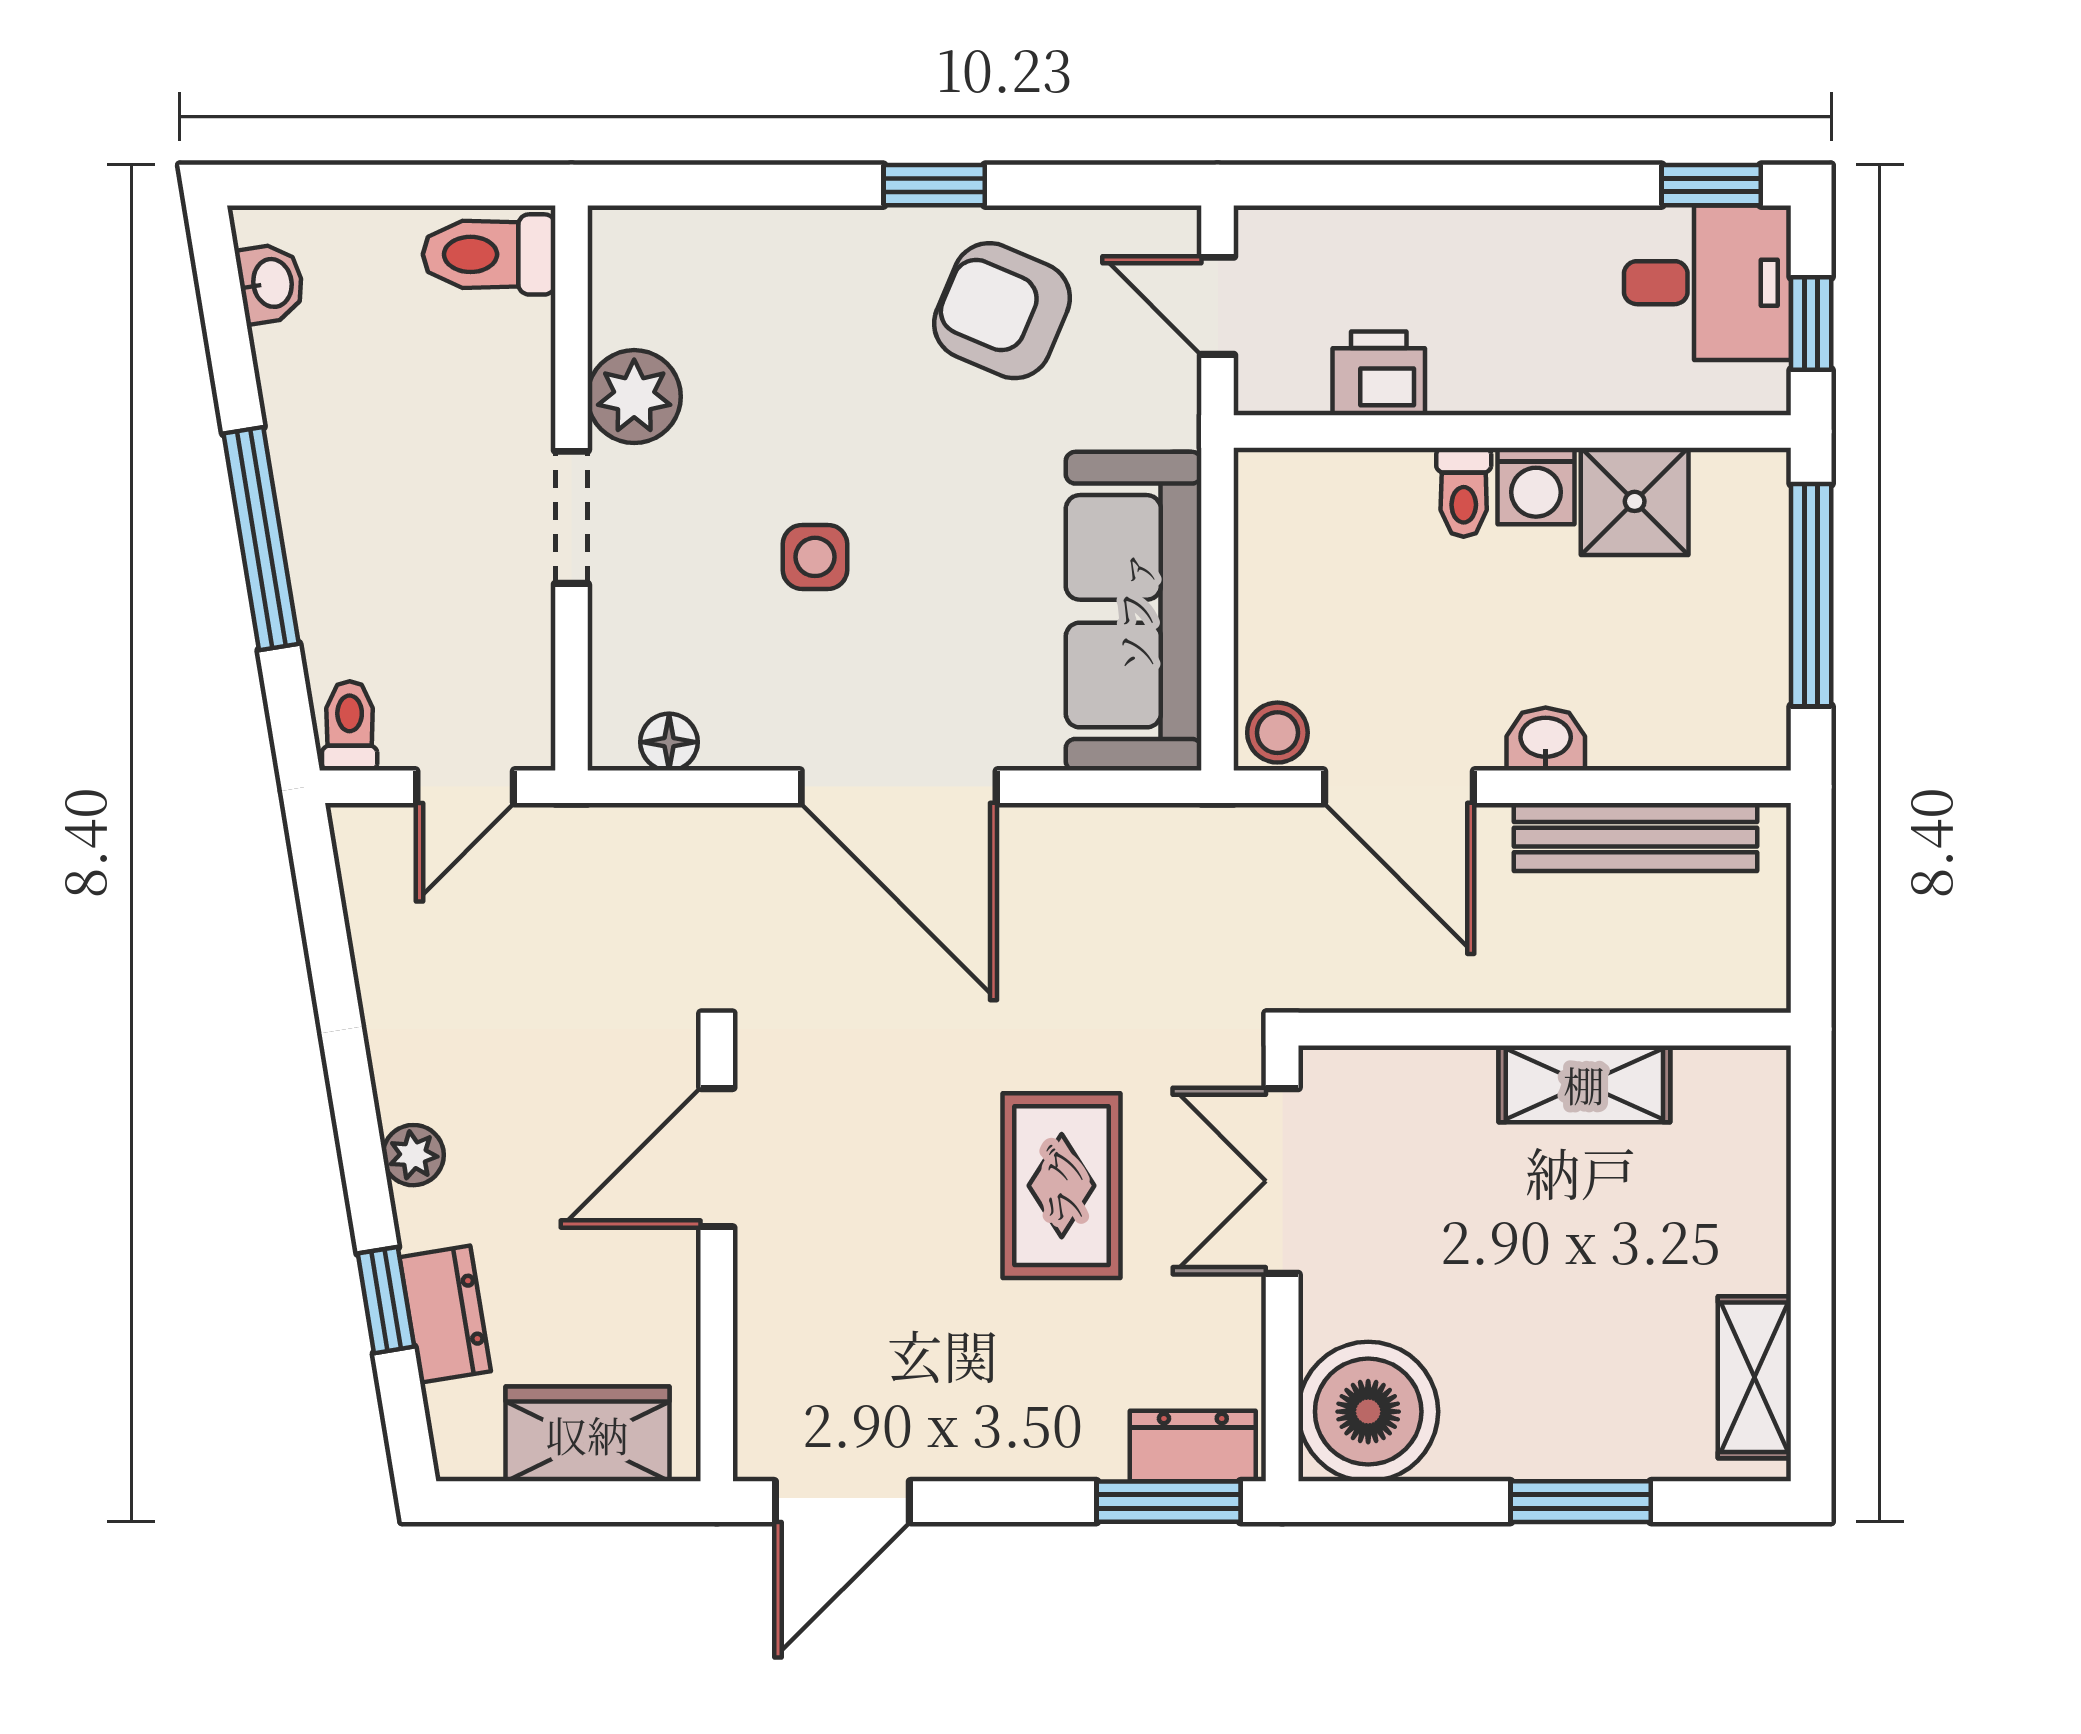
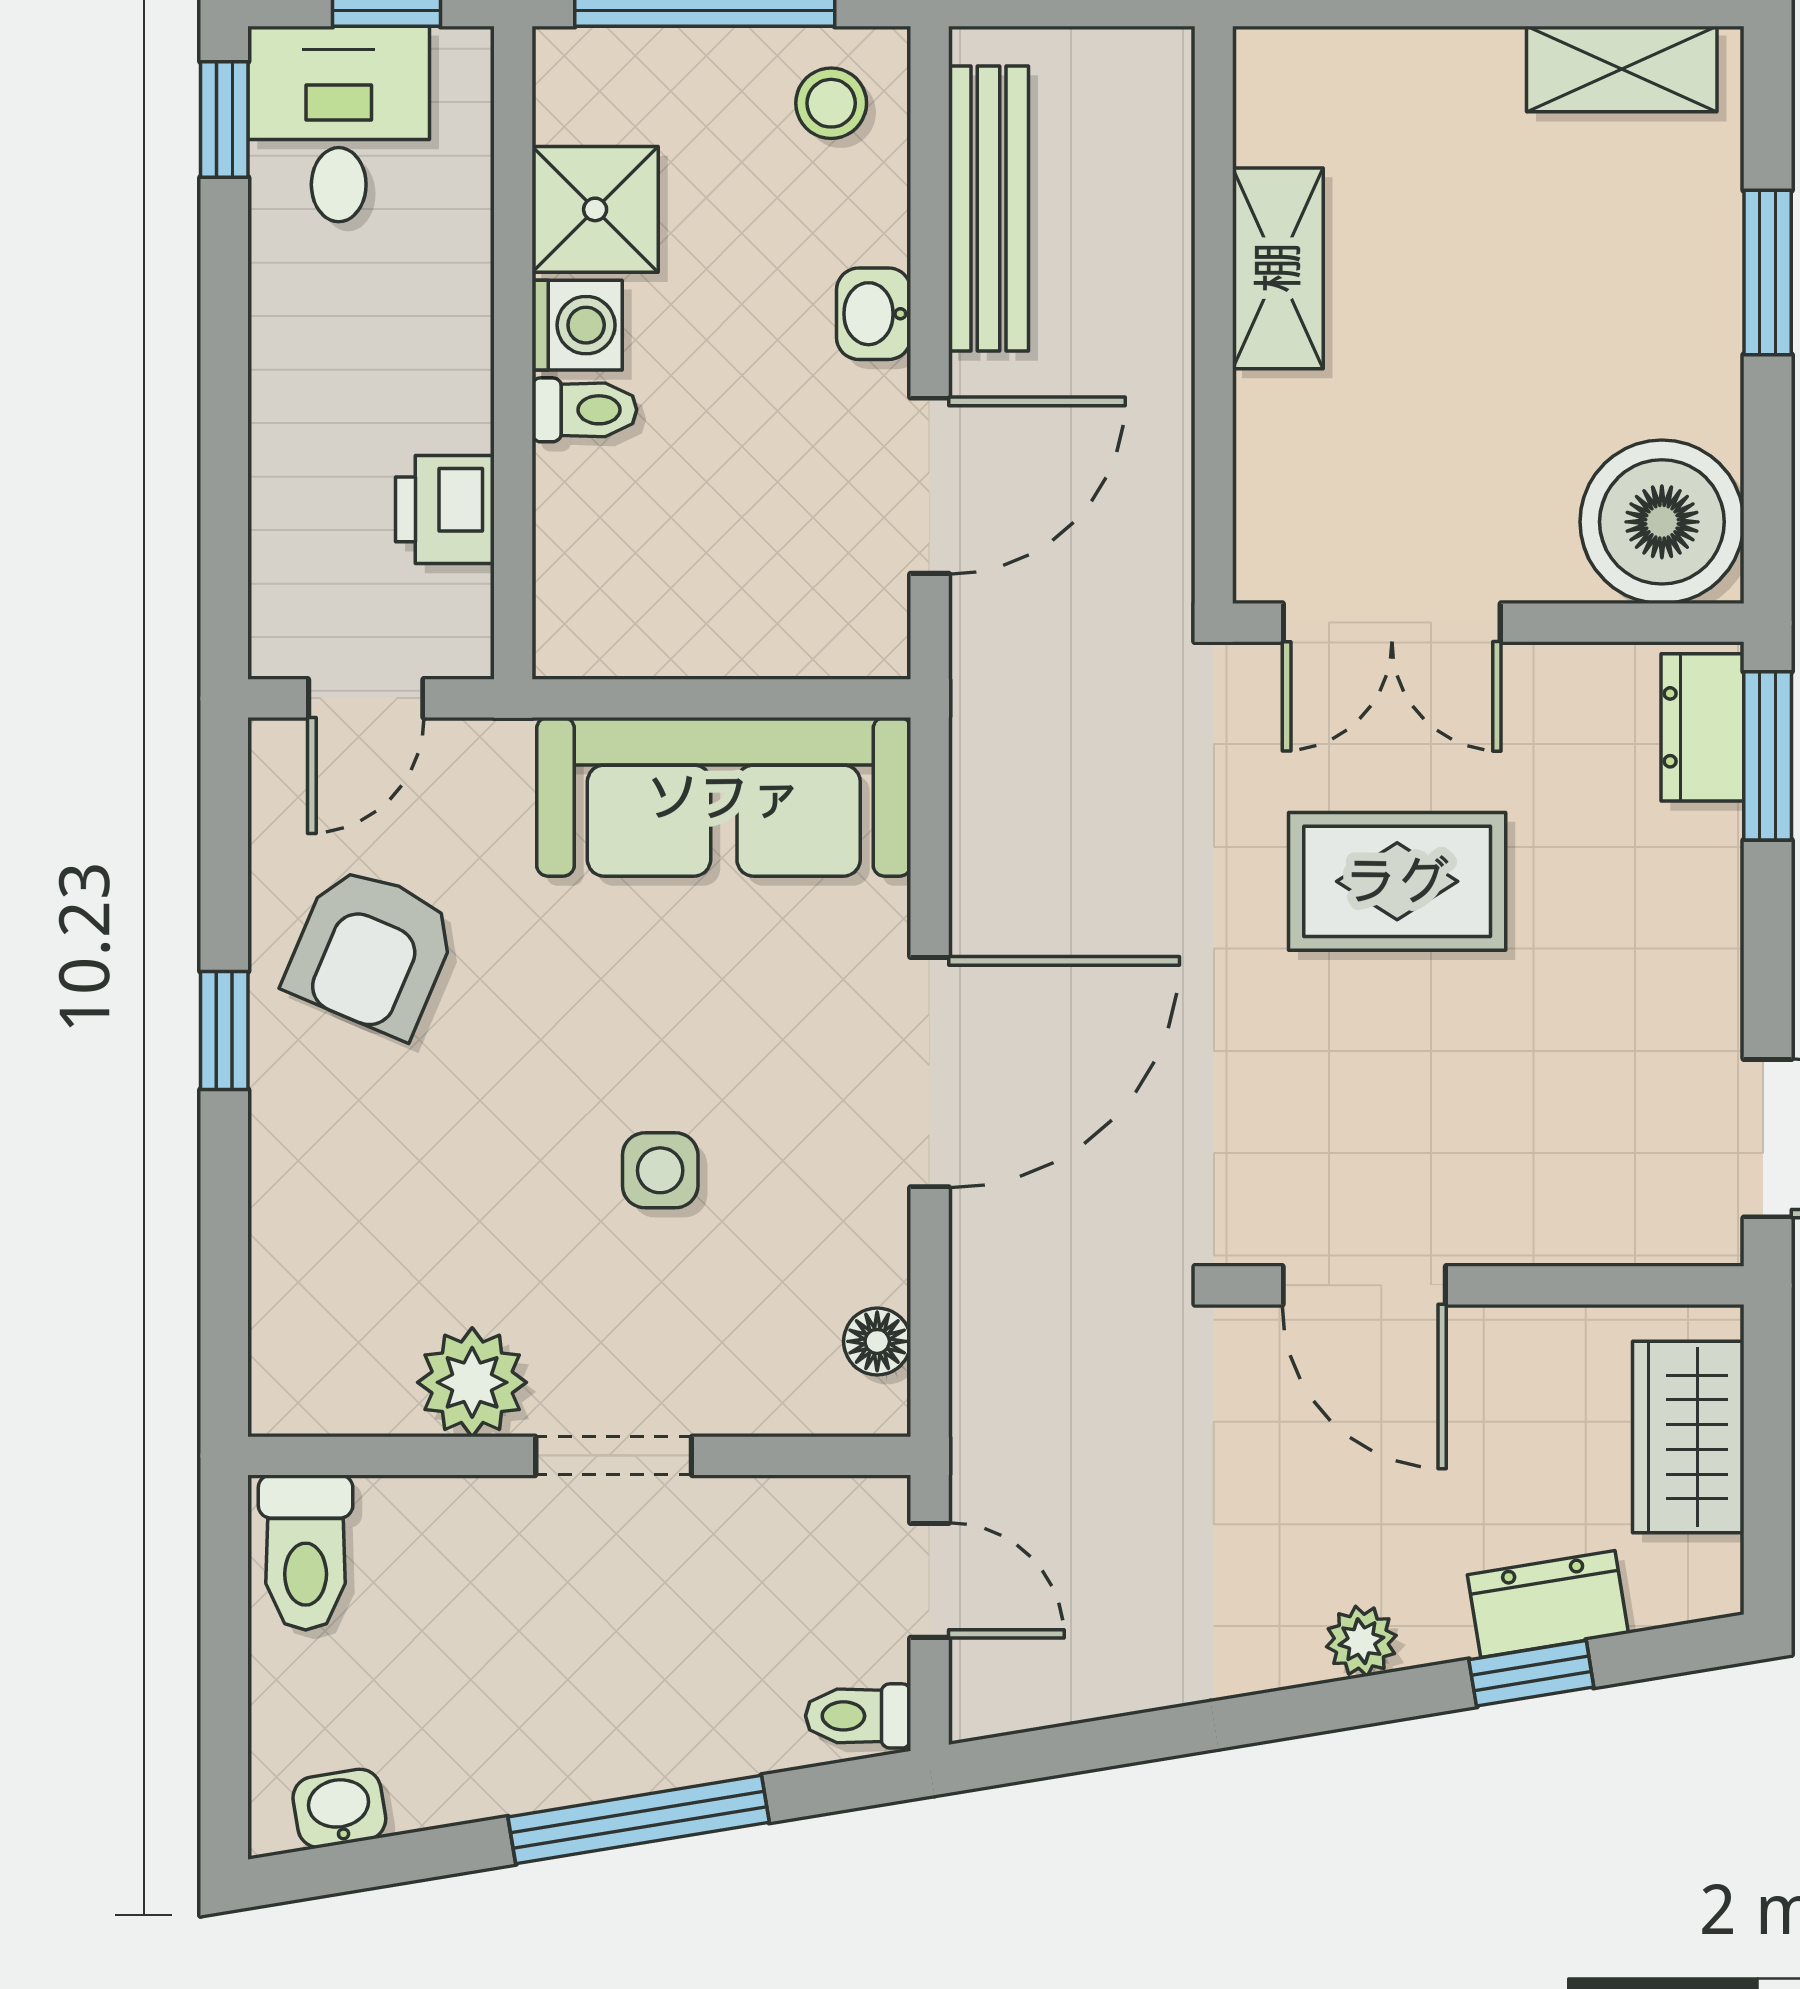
stool: (1277, 733) -> (831, 103), moved

